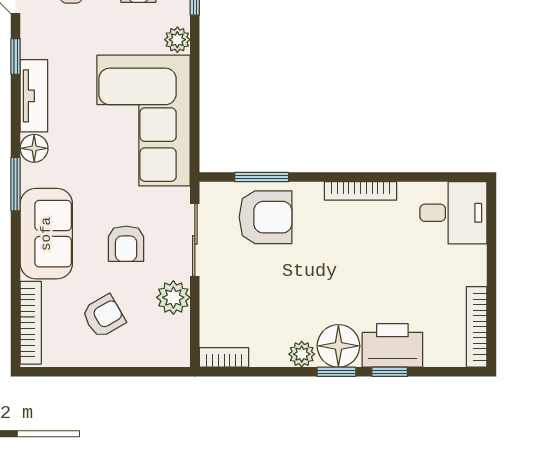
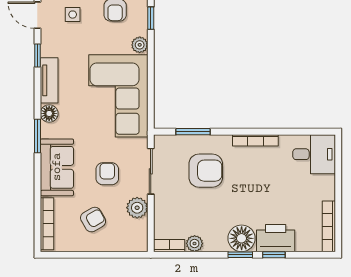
armchair: (265, 217) -> (206, 171), moved
armchair: (126, 244) -> (107, 174), turned 180
plant: (302, 354) -> (195, 244), moved

